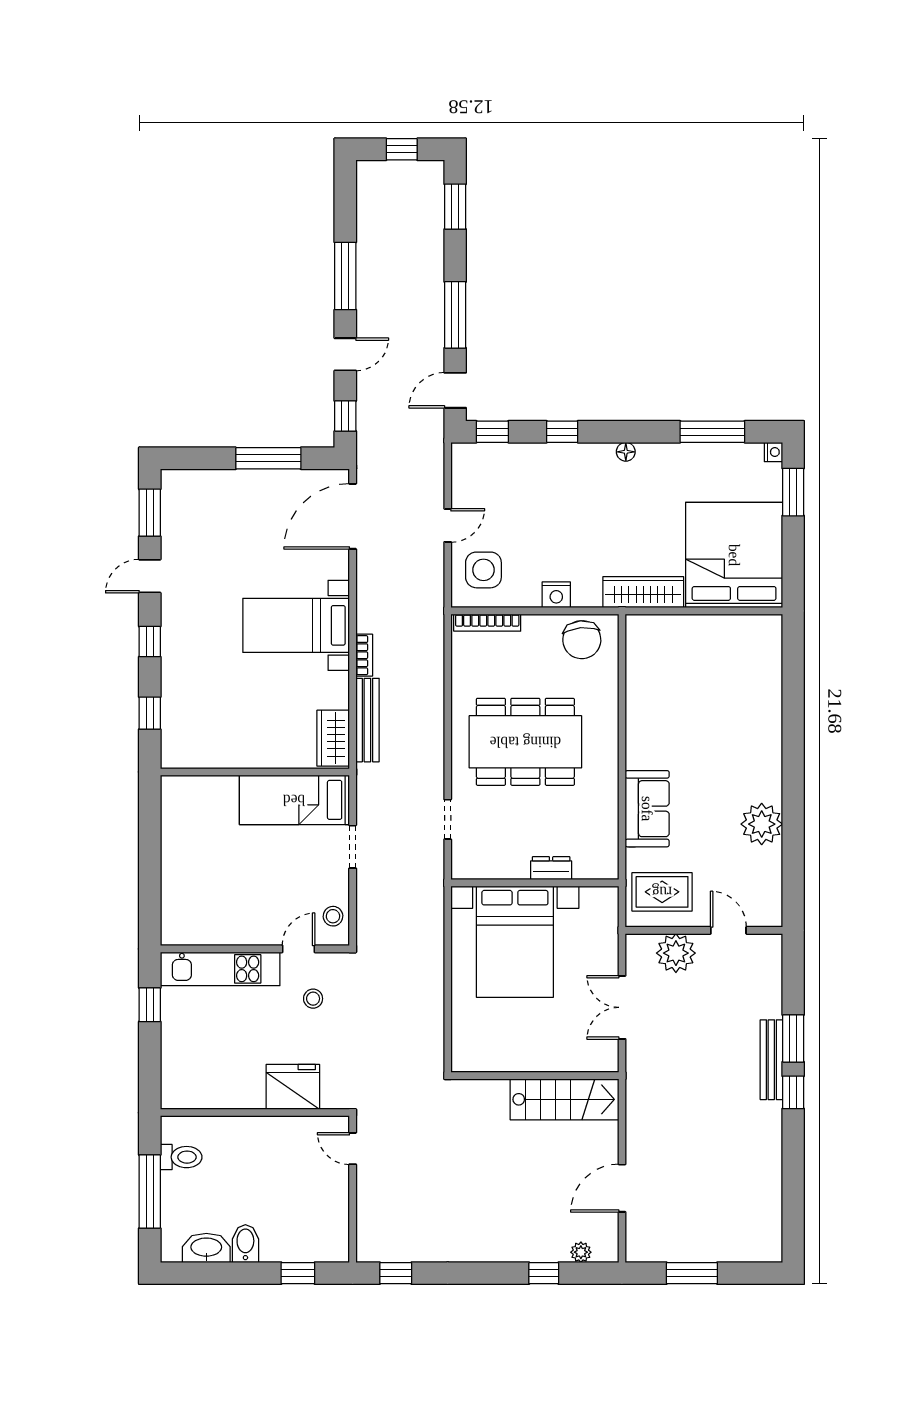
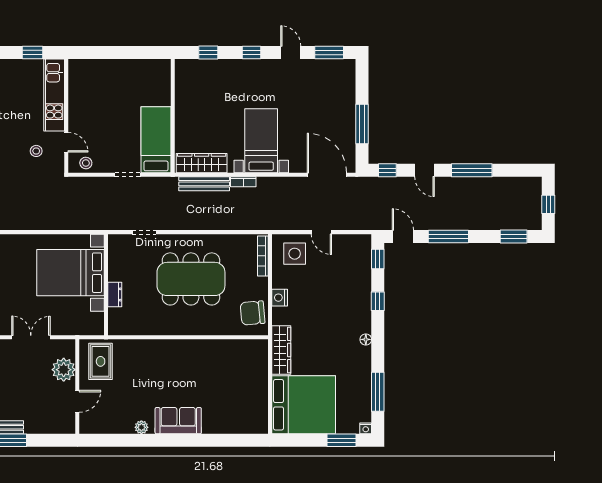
wardrobe: (333, 738) -> (202, 163), width x1.50
dining table: (525, 742) -> (191, 279), turned 90
sofa: (647, 809) -> (178, 421), moved, turned 180
plant: (762, 824) -> (141, 427), width x0.53, depth x0.53

